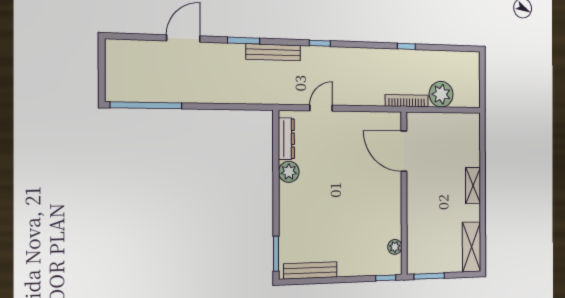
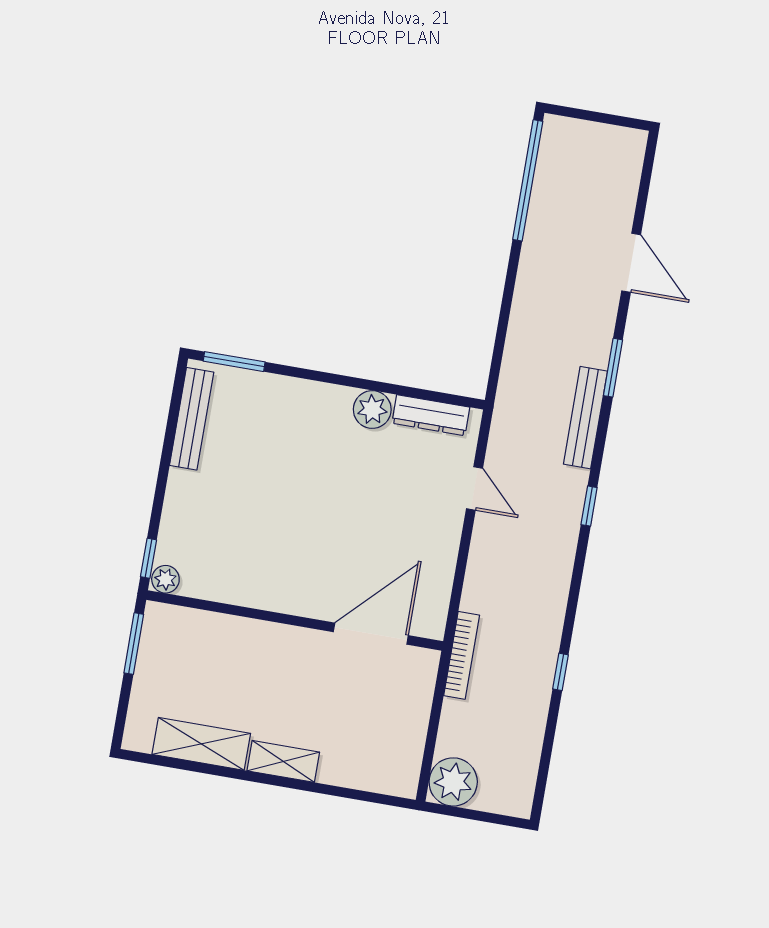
plant: (441, 94) -> (453, 782), moved
plant: (395, 247) -> (165, 579), moved
shelving: (472, 247) -> (201, 744), moved

